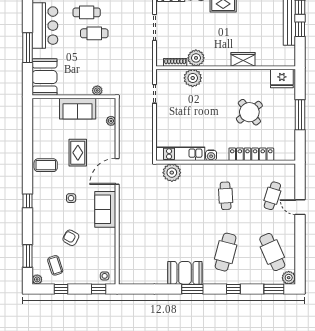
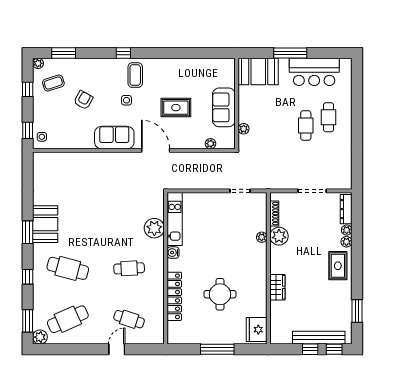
plant: (193, 78) -> (262, 237), width x0.53, depth x0.53
round table: (249, 112) -> (220, 294), turned 38
coffee table: (46, 165) -> (135, 75), moved
plant: (172, 173) -> (154, 228), moved

